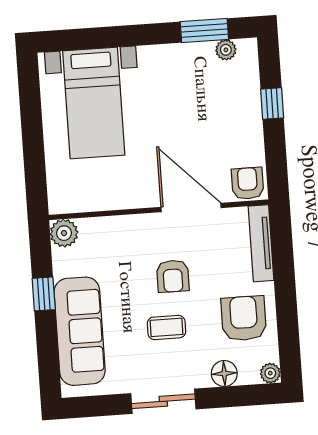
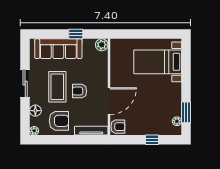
coffee table: (166, 327) -> (57, 87), width x1.86, depth x1.72

